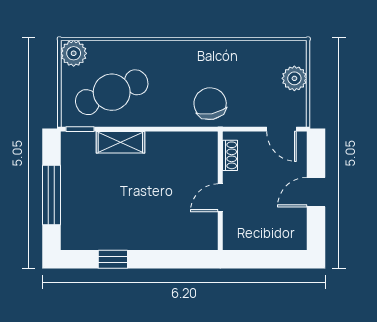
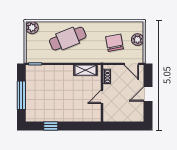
cafe table: (112, 92) -> (68, 39), moved
chair: (210, 104) -> (114, 43), moved
shelving: (120, 142) -> (85, 70), moved

